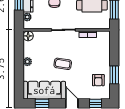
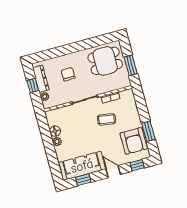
floor lamp: (28, 36) -> (55, 131), moved
coffee table: (63, 64) -> (107, 119), moved
armchair: (98, 80) -> (134, 141), width x1.88, depth x1.88

